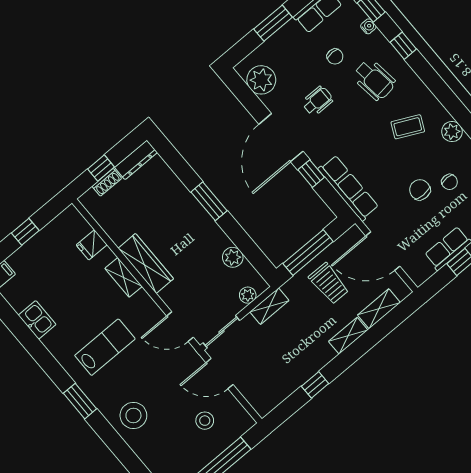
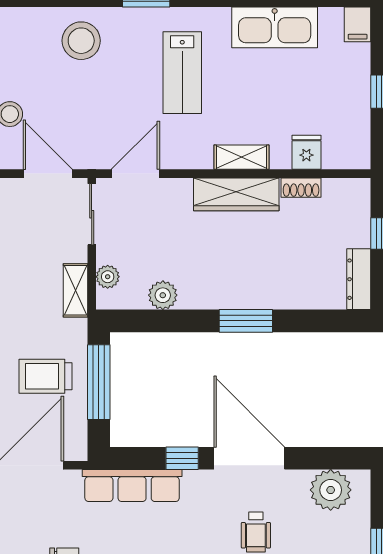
shoe rack: (107, 182) -> (301, 188), moved, turned -90
kitchen sink: (37, 320) -> (275, 27), width x1.88, depth x1.24
door: (220, 374) -> (48, 174), hinge flipped

